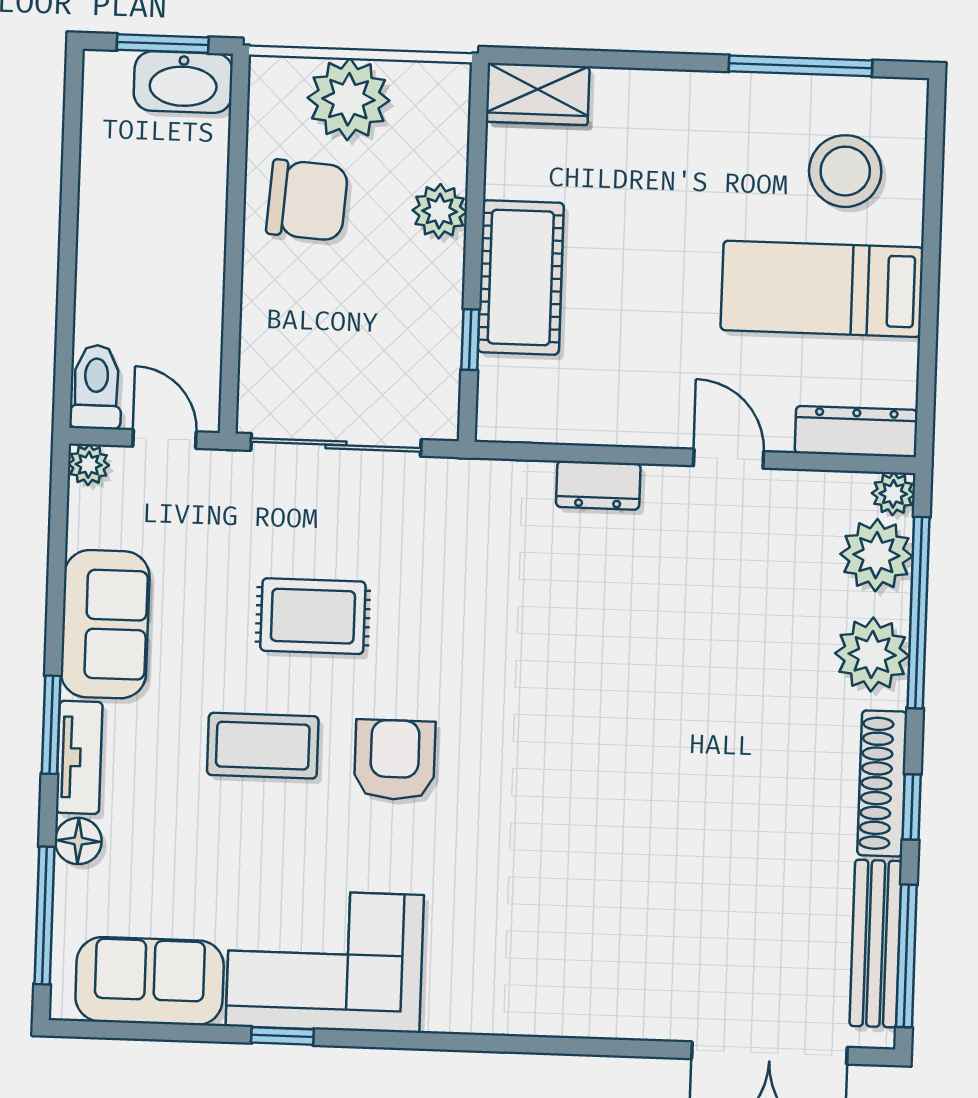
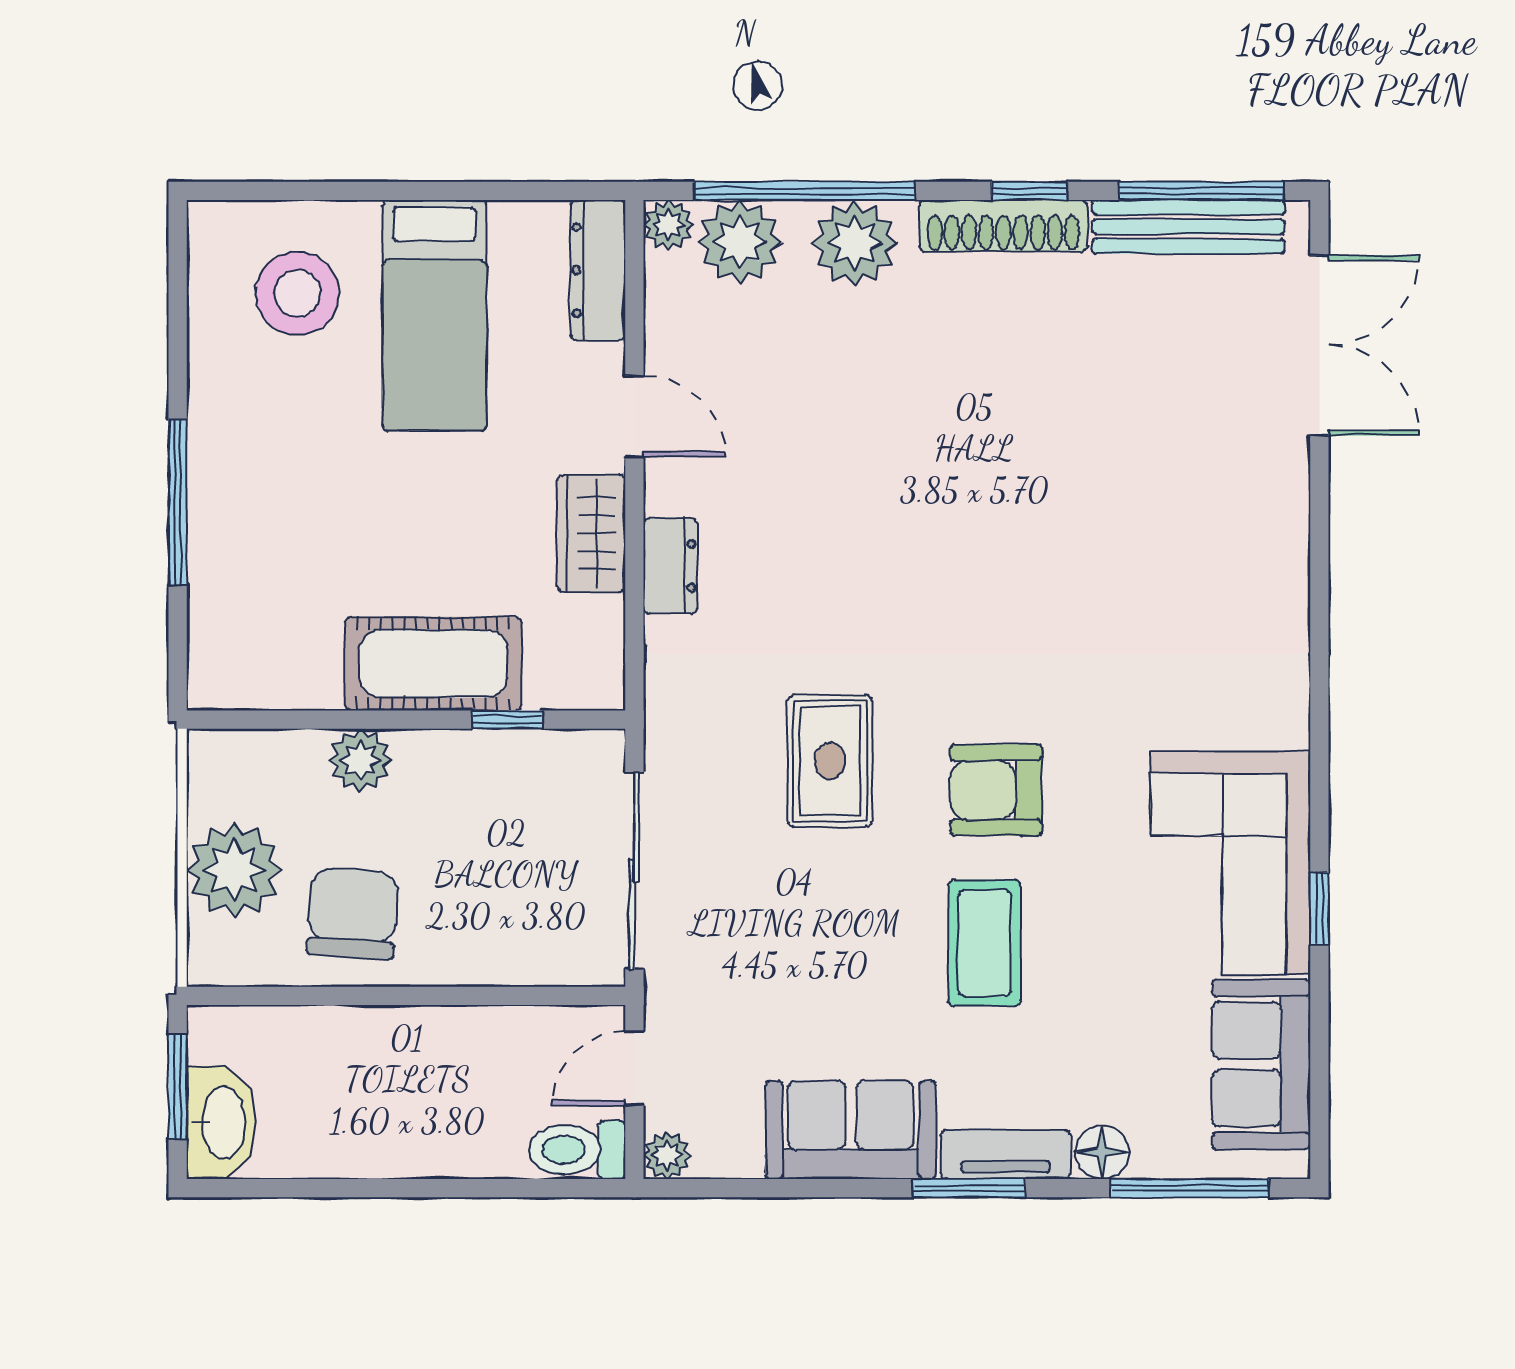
window: (800, 66) -> (178, 502), moved
washbasin: (183, 82) -> (221, 1122), moved
wardrobe: (538, 94) -> (591, 533), moved, turned 180
door: (729, 459) -> (634, 416), swing flipped
rug: (313, 616) -> (830, 761), moved

